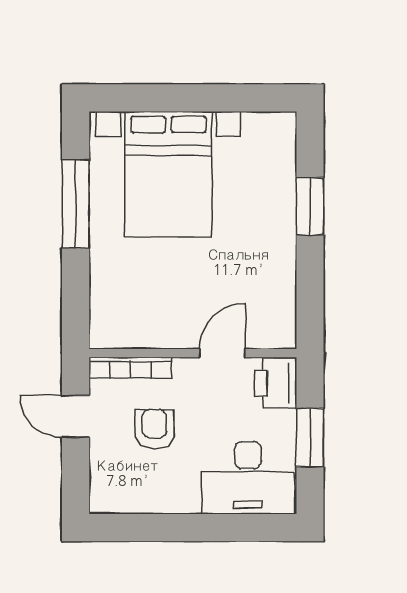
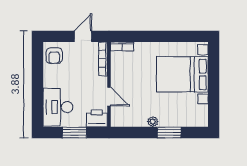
window: (76, 204) -> (170, 36), removed
plant: (284, 246) -> (153, 122), added
bookcase: (100, 321) -> (122, 47), added
armchair: (154, 429) -> (54, 56), moved, turned 90

